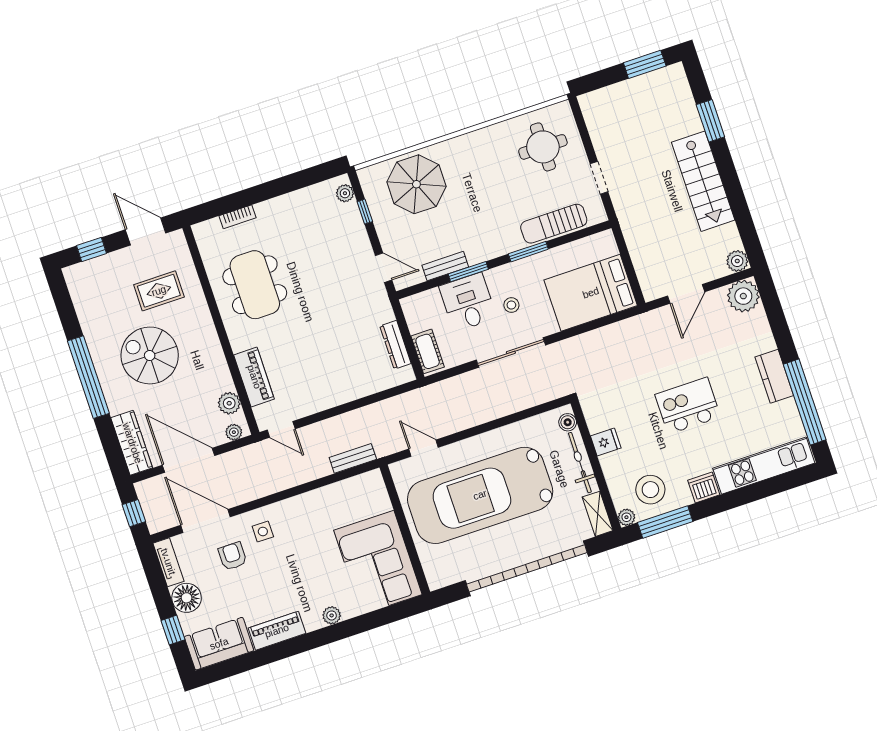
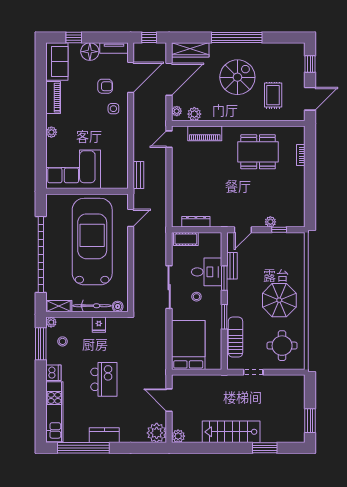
parasol: (416, 184) -> (279, 300), moved
plant: (345, 193) -> (270, 222), moved
stool: (650, 490) -> (63, 341), width x0.53, depth x0.53

